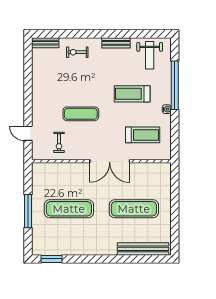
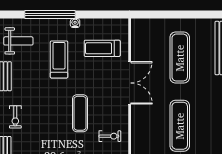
treadmill: (132, 94) -> (59, 59), turned 180
treadmill: (143, 135) -> (102, 48), turned -90

